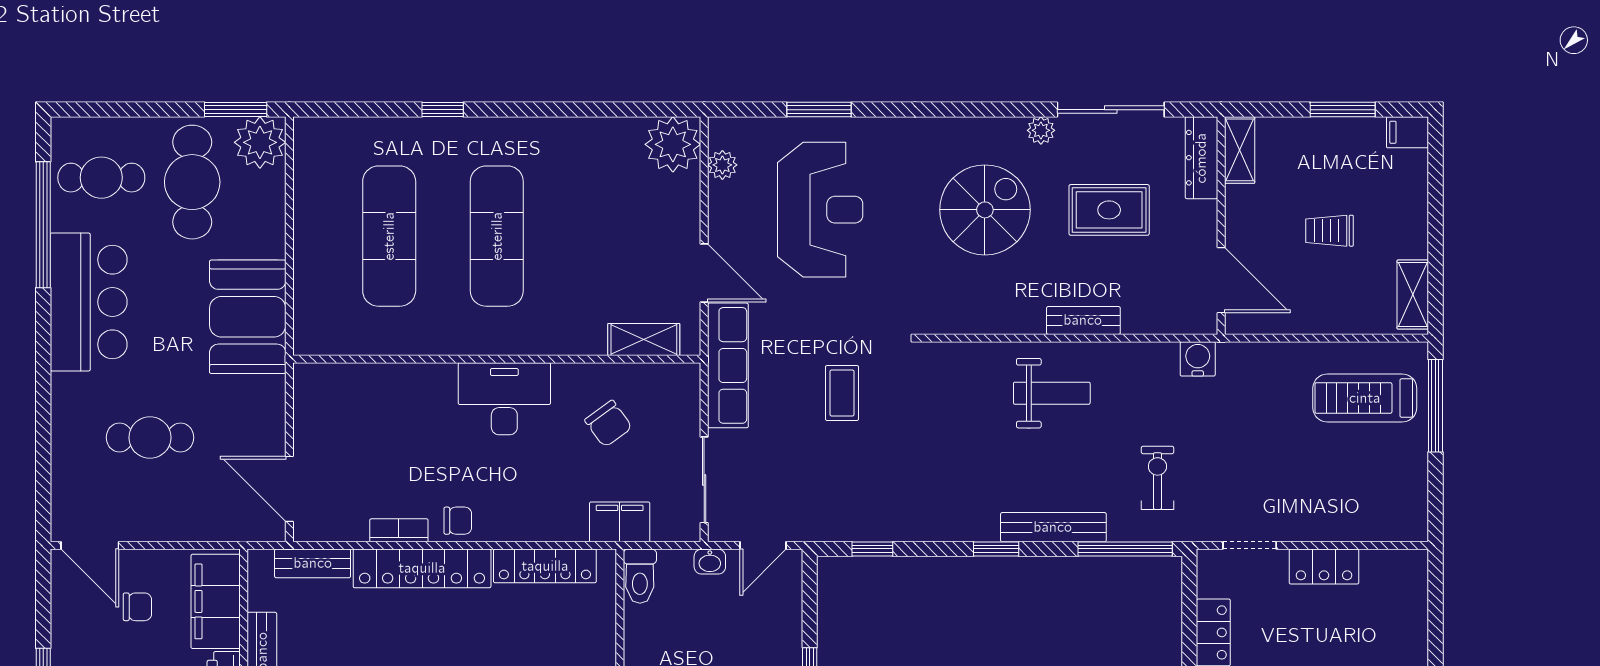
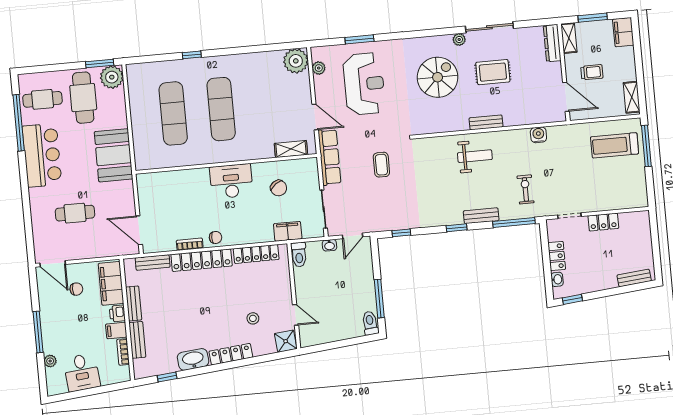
filing cabinet: (1408, 132) -> (623, 32), width x2.00
shelving: (1240, 150) -> (569, 38), moved
dresser: (1201, 158) -> (552, 43), moved
wall: (1221, 226) -> (564, 73), moved
trolley: (1330, 231) -> (592, 72), turned 180
door: (1221, 280) -> (566, 97), moved
bench: (1053, 527) -> (481, 216), width x0.73

